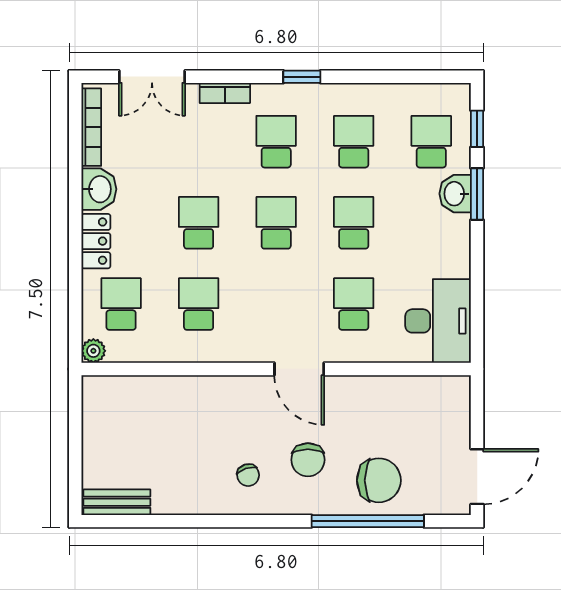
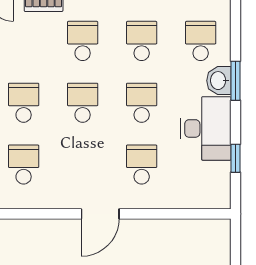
window: (477, 129) -> (235, 158), moved
desk: (438, 321) -> (206, 128), moved
door: (299, 369) -> (100, 214), hinge flipped

